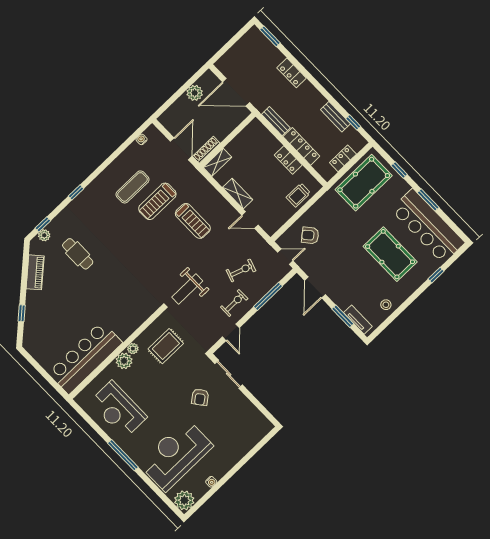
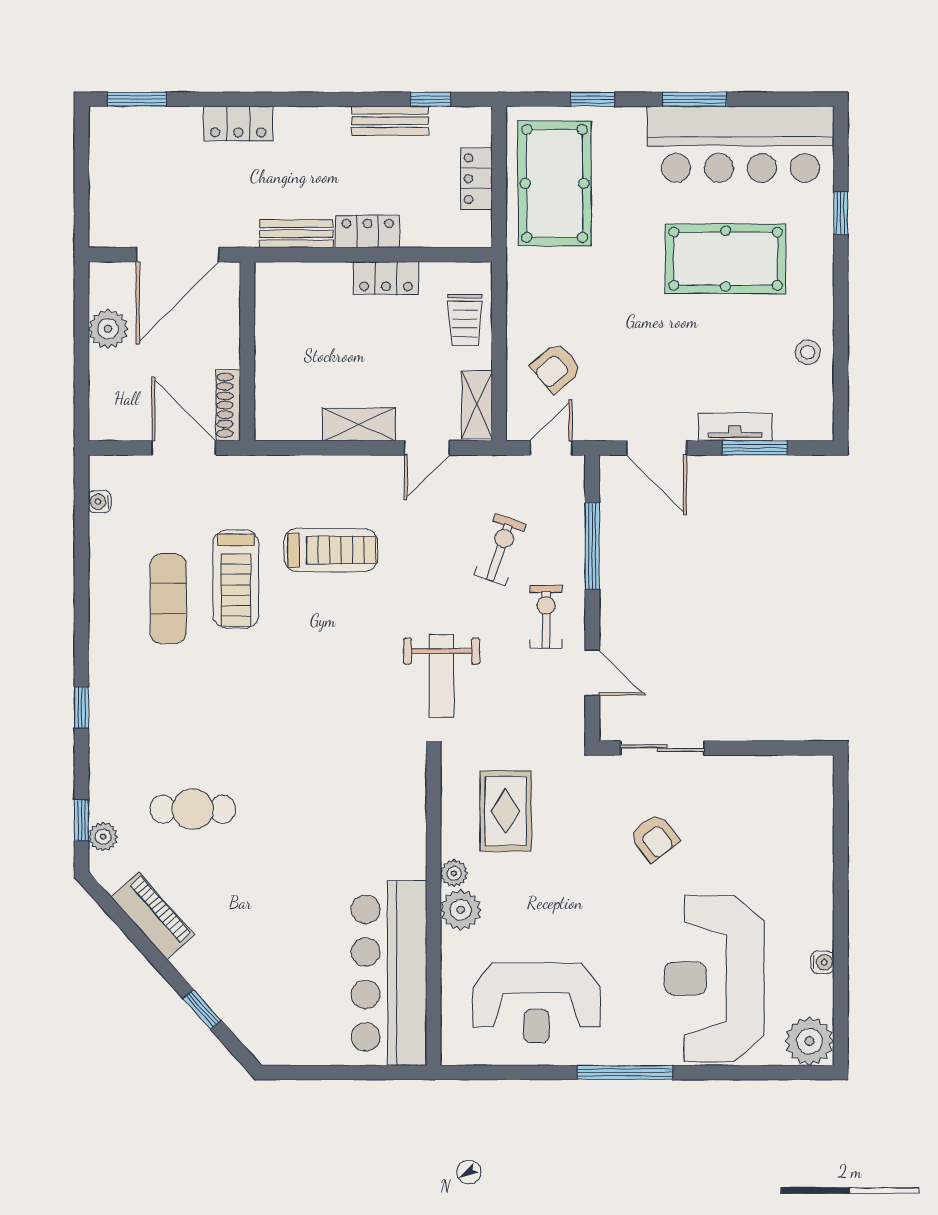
locker: (301, 146) -> (368, 232), width x0.66
shelving: (217, 162) -> (477, 405), moved
tv unit: (358, 320) -> (735, 427), moved

